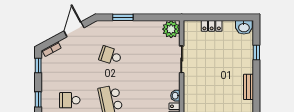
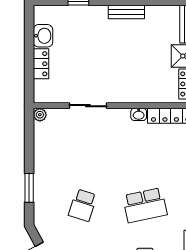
washbasin: (244, 27) -> (43, 36), moved
plant: (171, 29) -> (40, 115), width x0.53, depth x0.53

